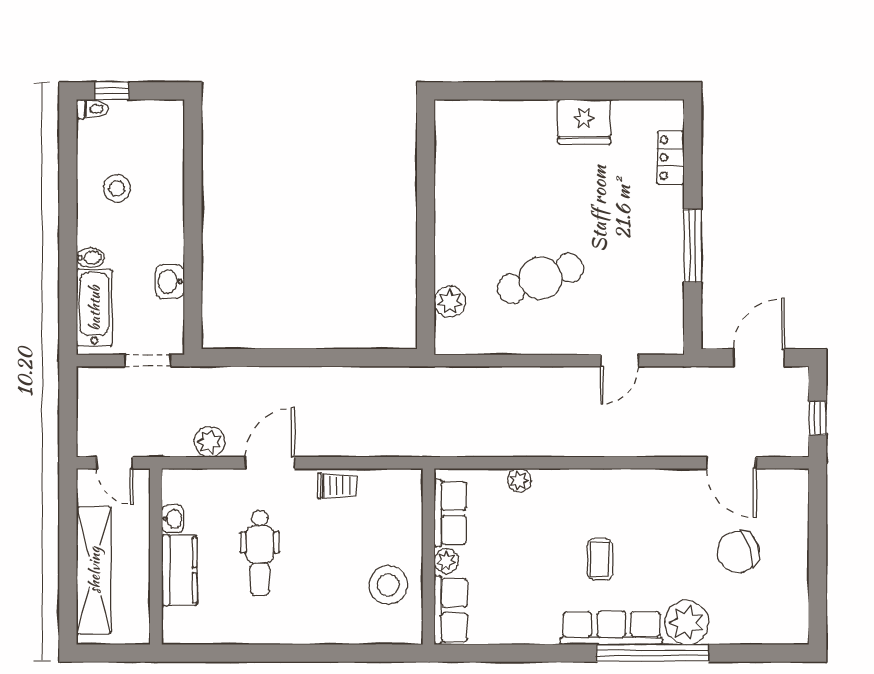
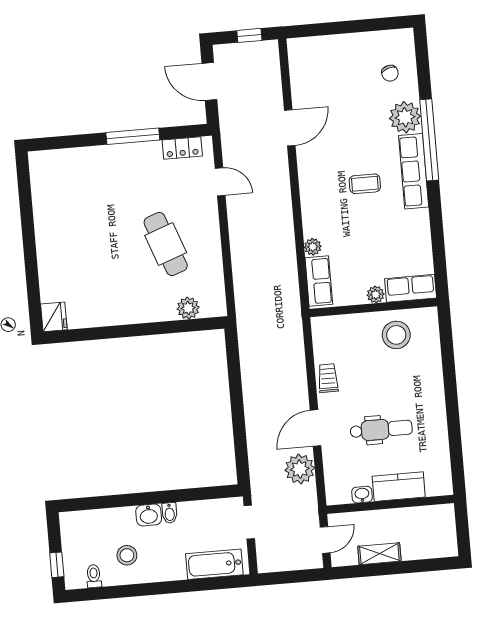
toilet: (92, 109) -> (94, 576), moved
fridge: (584, 122) -> (54, 317), moved, width x0.73, depth x0.75
locker: (671, 158) -> (182, 148), moved
bidet: (90, 258) -> (170, 513), moved, turned 180
washbasin: (170, 282) -> (149, 515), moved
plant: (210, 442) -> (300, 469), width x1.36, depth x1.36
door: (270, 463) -> (316, 428), hinge flipped
door: (731, 463) -> (290, 128), moved
row of seats: (450, 513) -> (319, 281), moved, turned 90
chair: (738, 552) -> (390, 73), moved, width x0.54, depth x0.54
shelving: (94, 570) -> (379, 554), width x0.45, depth x0.75

